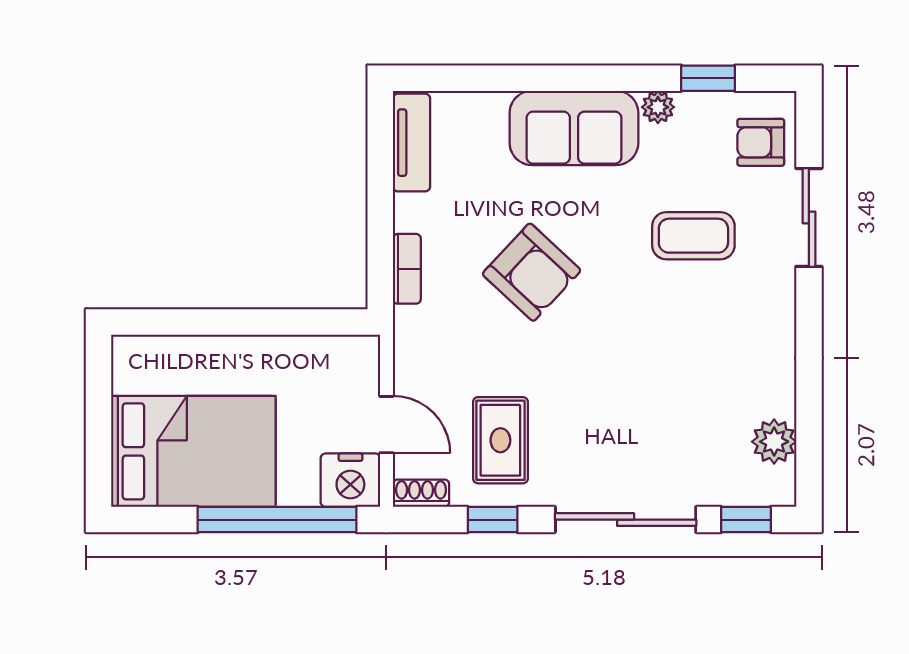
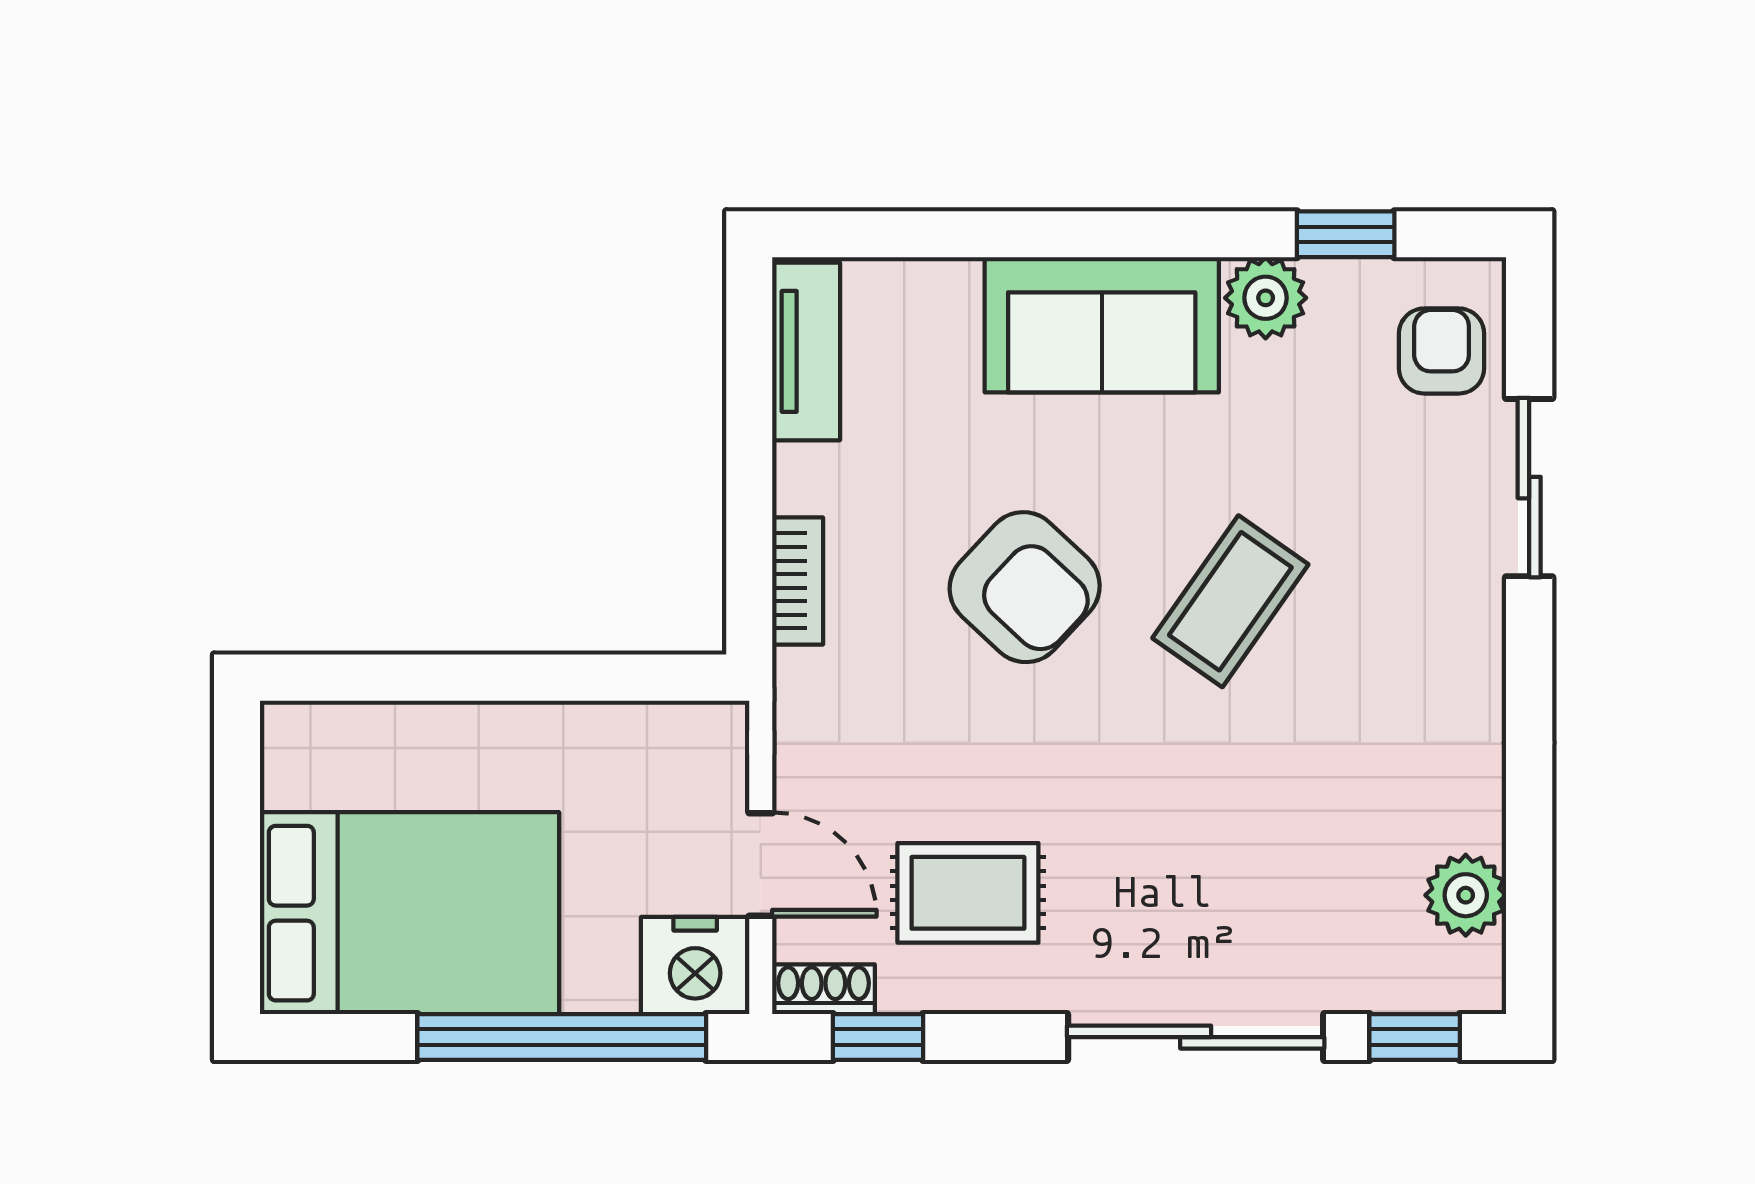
plant: (658, 107) -> (1266, 298), width x1.38, depth x1.38
armchair: (761, 142) -> (1442, 351), turned 90
coffee table: (693, 236) -> (1230, 601), moved, turned -55
rug: (500, 440) -> (968, 893), turned 90
window: (493, 520) -> (878, 1037), moved

